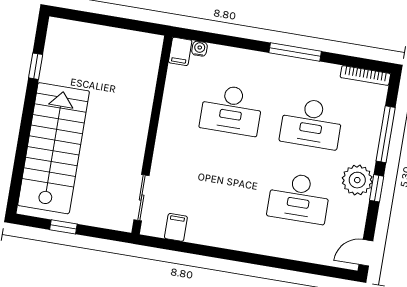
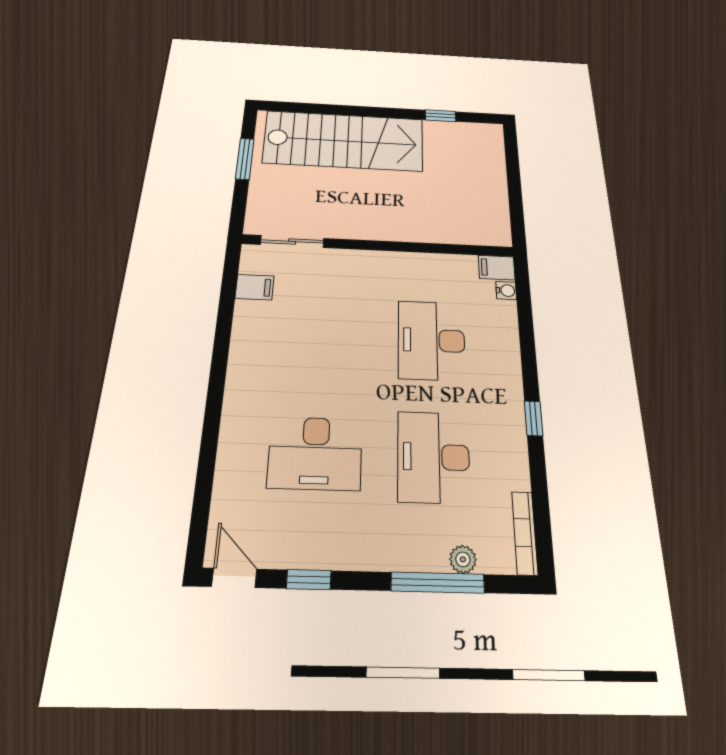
window: (295, 52) -> (534, 418), width x0.46
plant: (357, 180) -> (463, 559), moved, width x0.53, depth x0.53
window: (377, 188) -> (309, 580), moved
desk: (299, 198) -> (315, 453), turned -90
window: (63, 227) -> (245, 159), width x1.50

